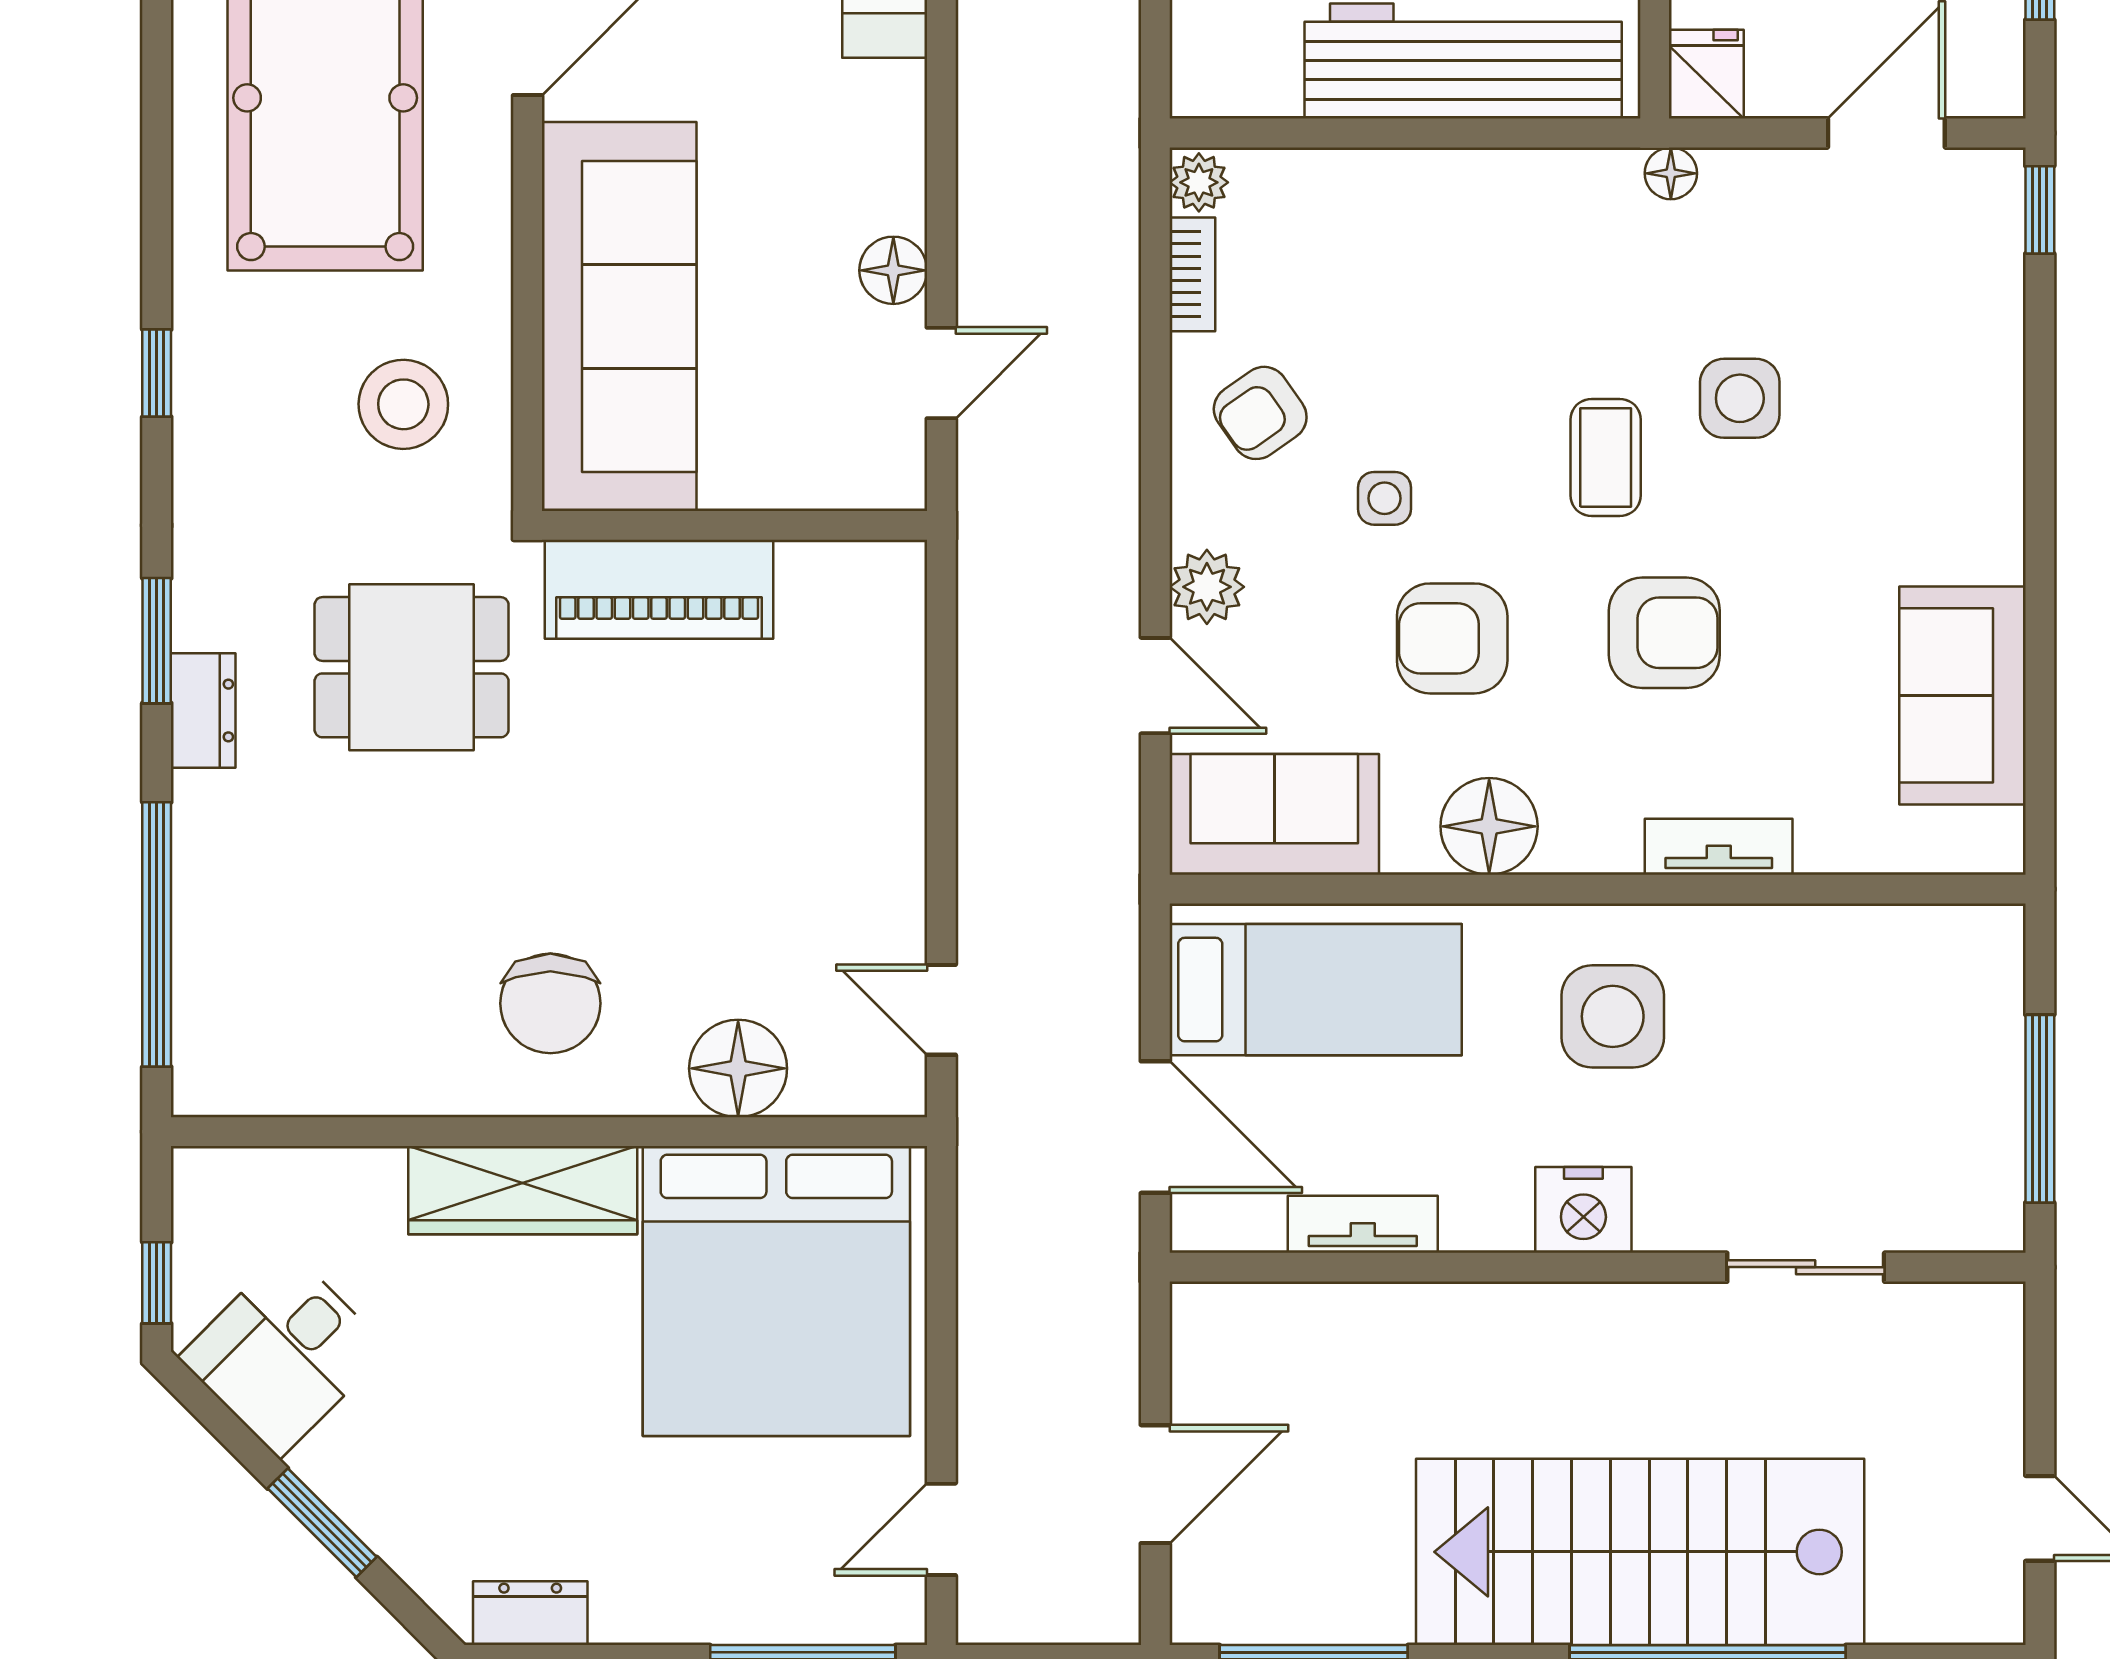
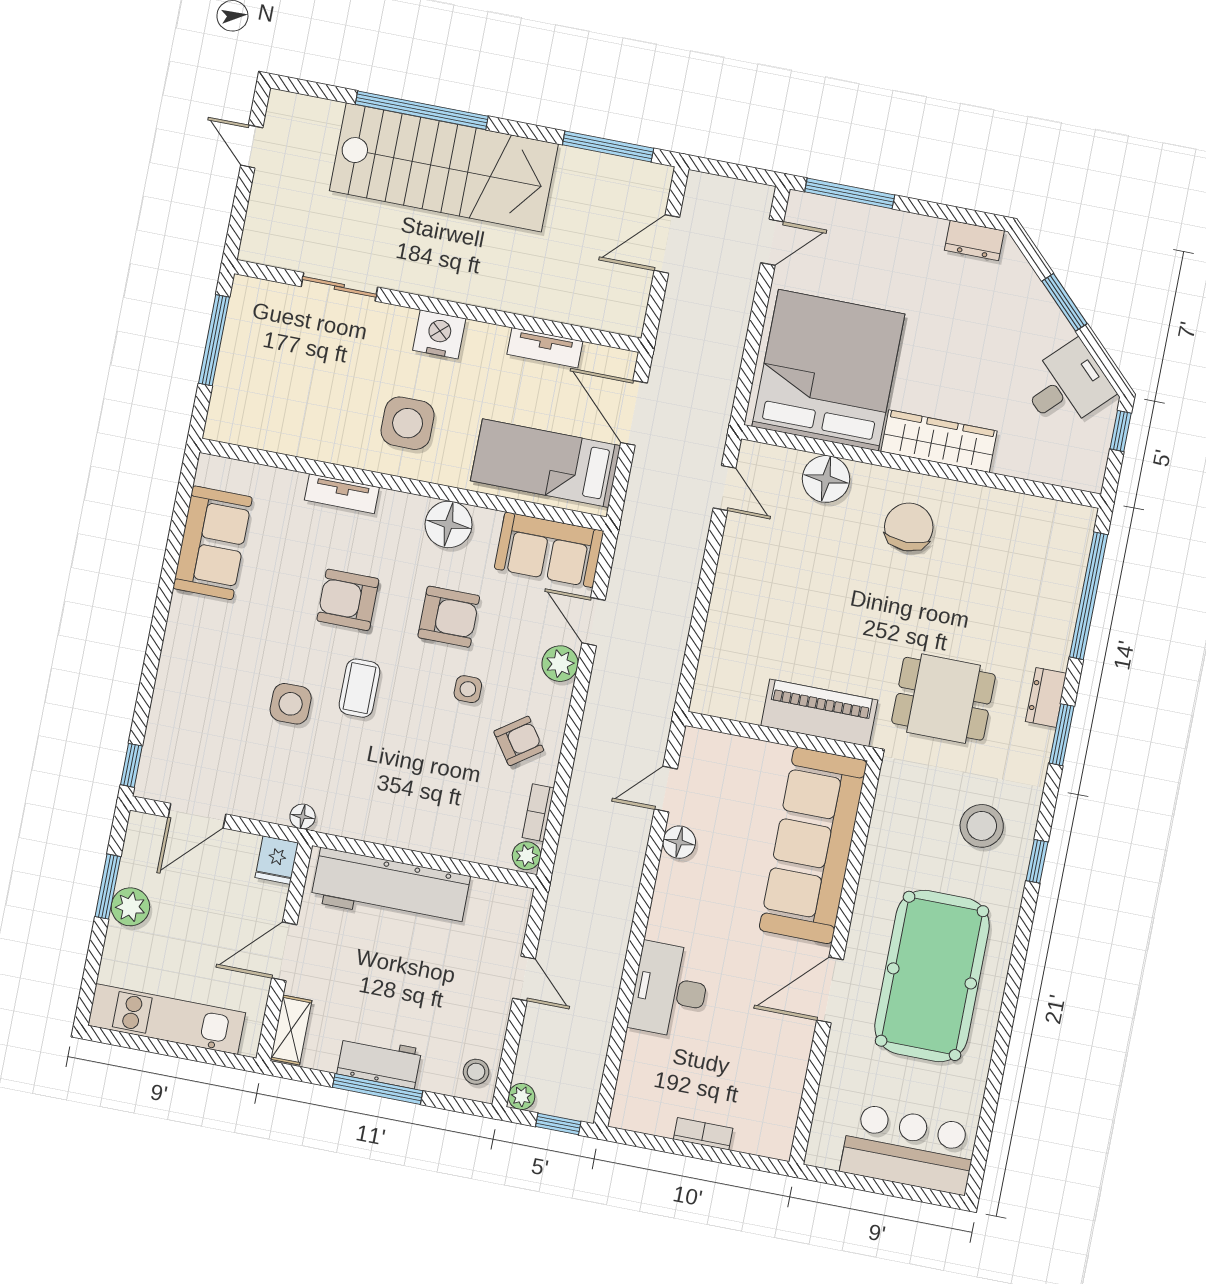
stool: (403, 404) -> (982, 826), moved

